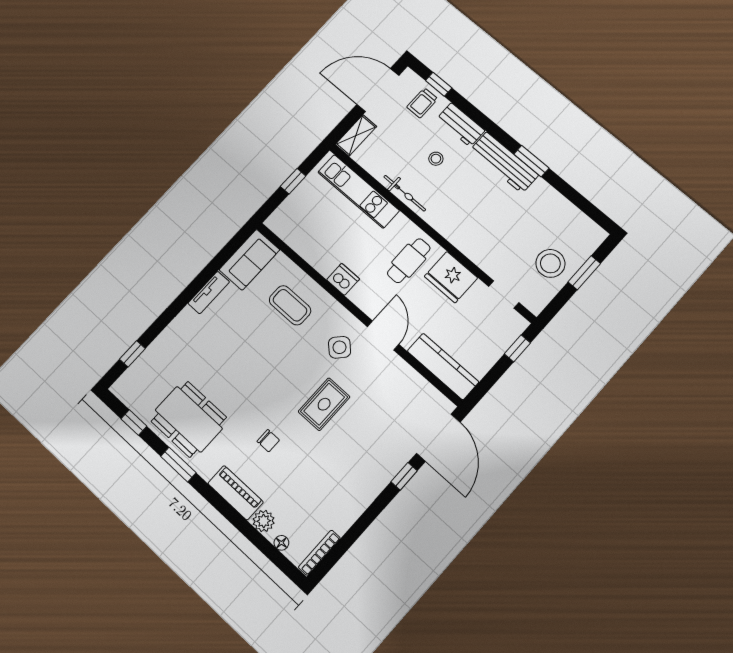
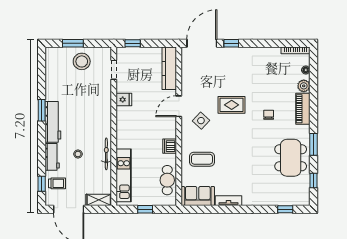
cafe table: (409, 261) -> (167, 180), moved, turned 90
fridge: (451, 277) -> (124, 100), width x0.53, depth x0.75
coffee table: (290, 305) -> (202, 159), turned 90

